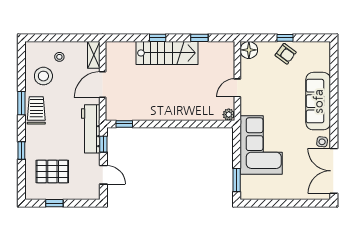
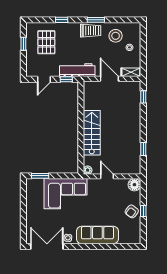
window: (158, 38) -> (143, 97), moved
stairs: (167, 53) -> (92, 133), moved, turned 180
window: (124, 124) -> (81, 94), removed

